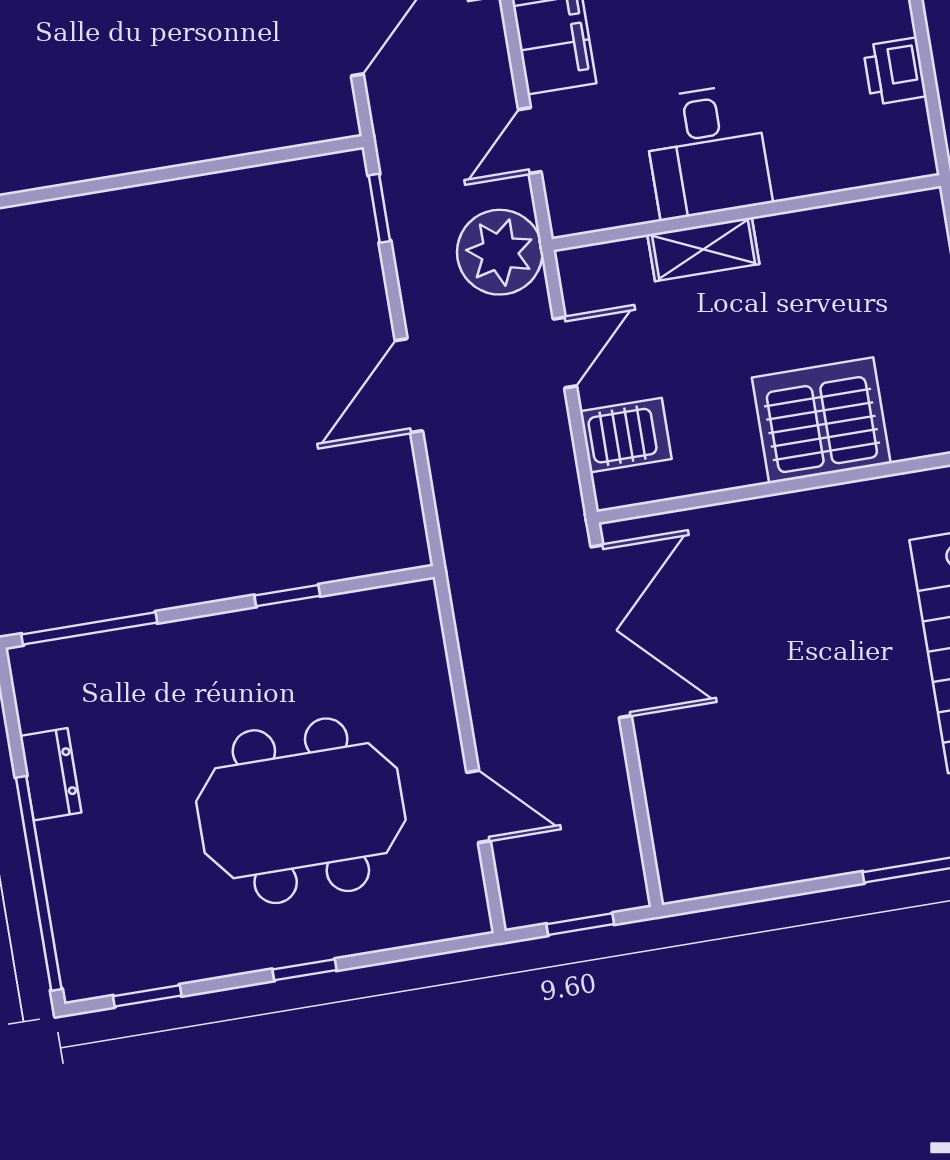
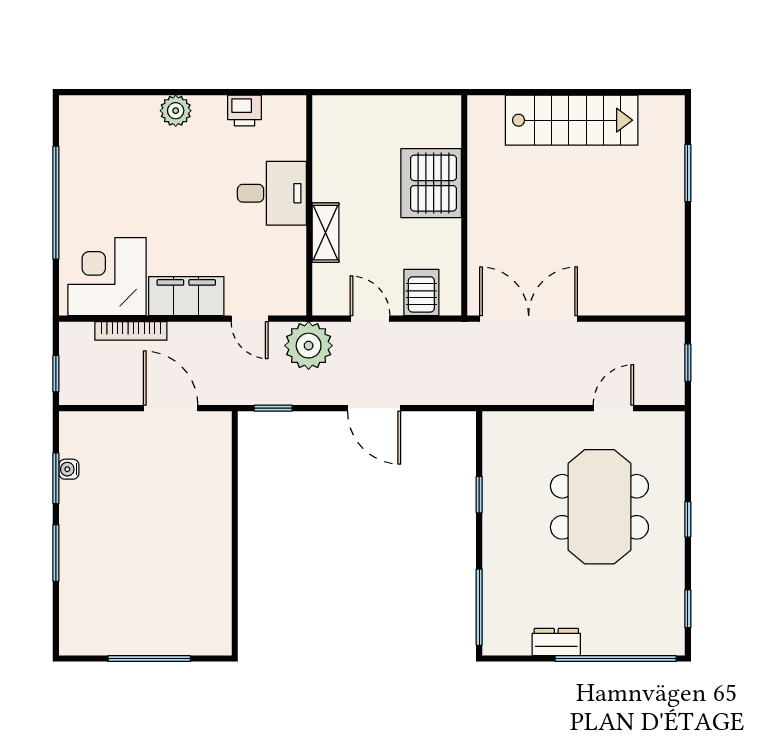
desk: (707, 152) -> (272, 193), moved

